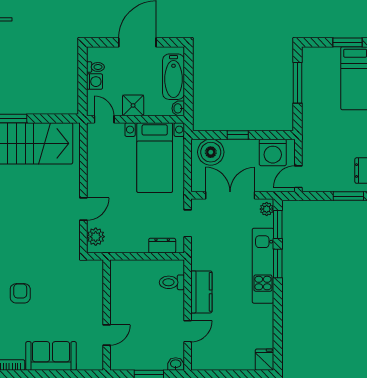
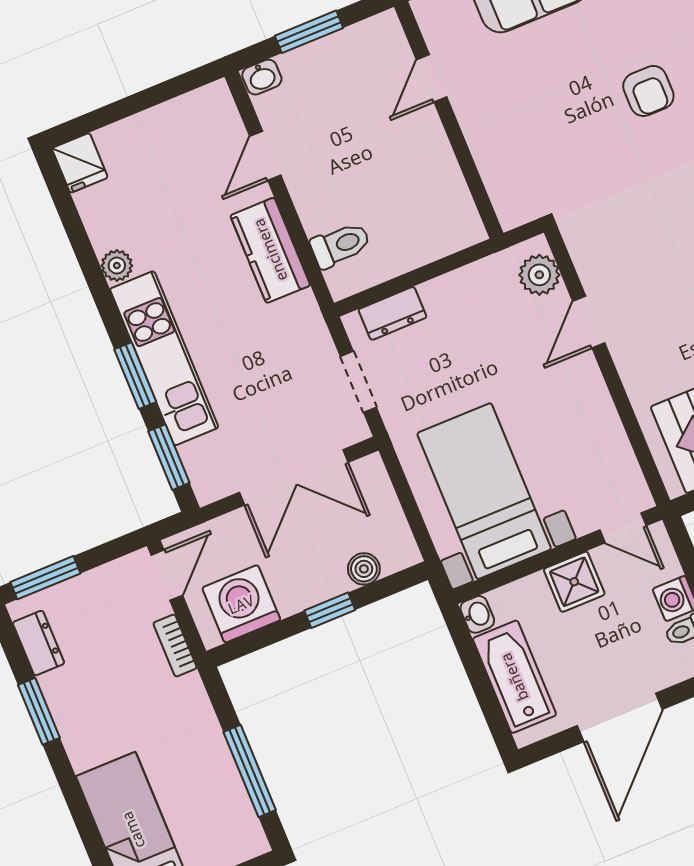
bookcase: (307, 147) -> (175, 645), added
boiler: (211, 152) -> (364, 569), width x0.54, depth x0.54
plant: (267, 209) -> (117, 266), moved

